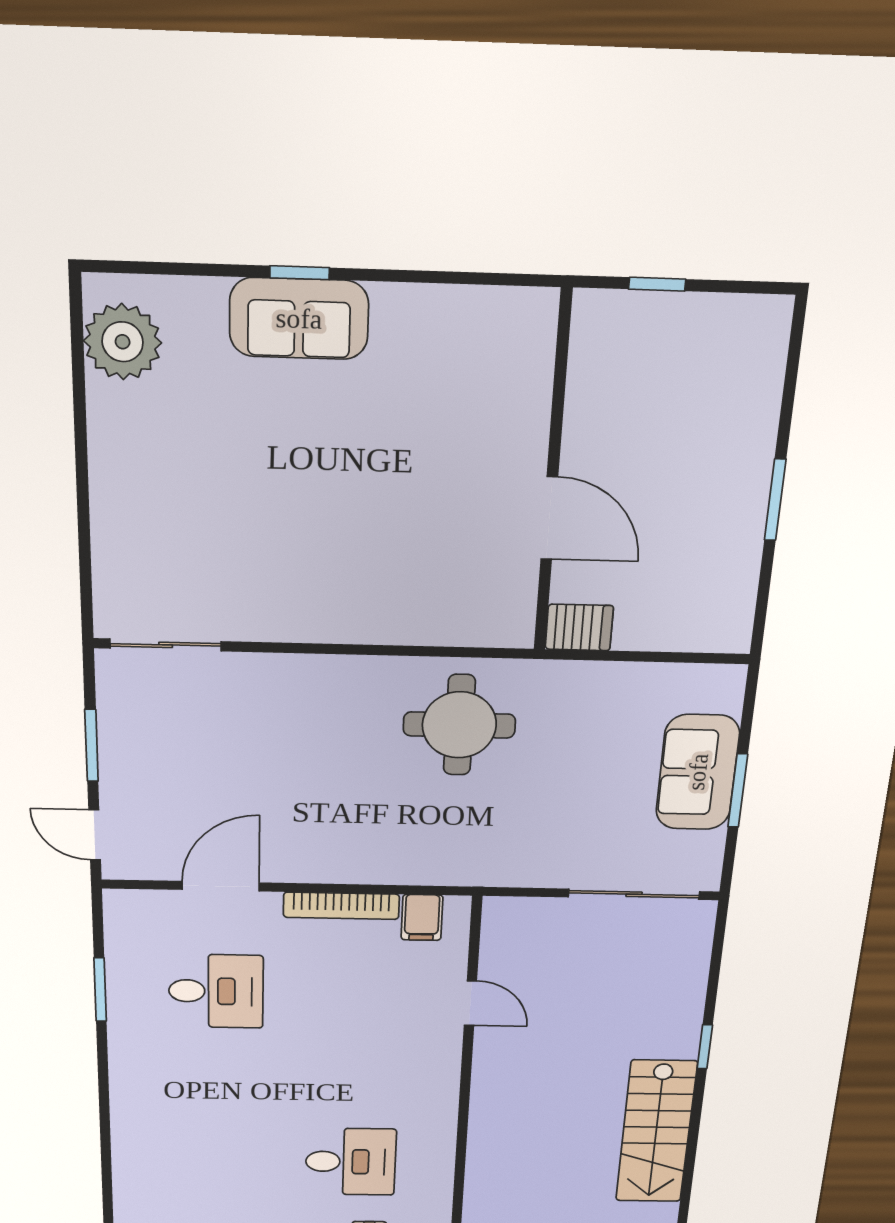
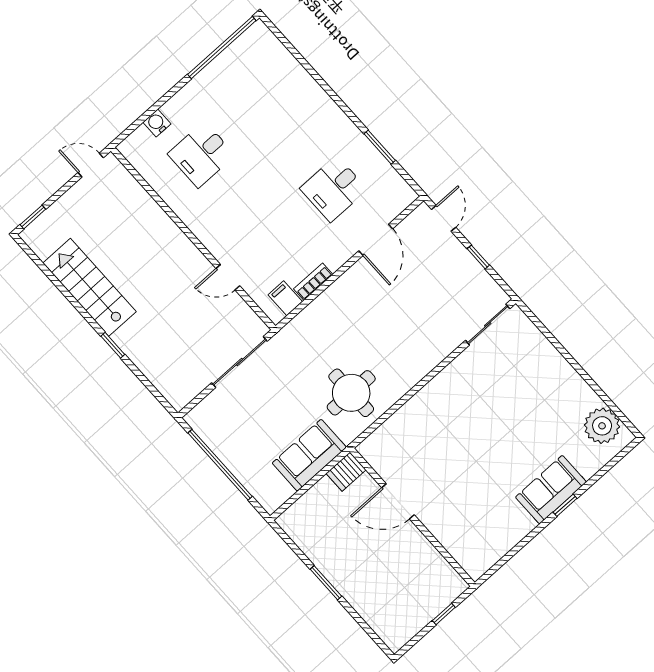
window: (92, 745) -> (478, 257), width x0.67
sofa: (698, 772) -> (309, 455), moved, turned -90
window: (738, 791) -> (220, 465), width x2.11
door: (95, 835) -> (444, 218), hinge flipped
sliding door: (634, 894) -> (239, 362), moved
bookcase: (341, 906) -> (313, 282), width x0.64

